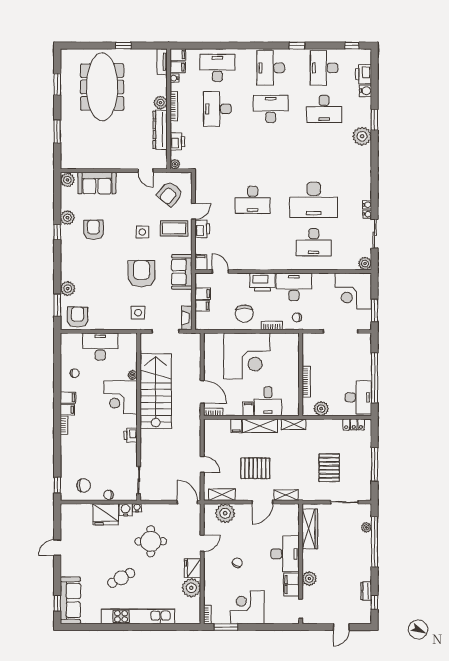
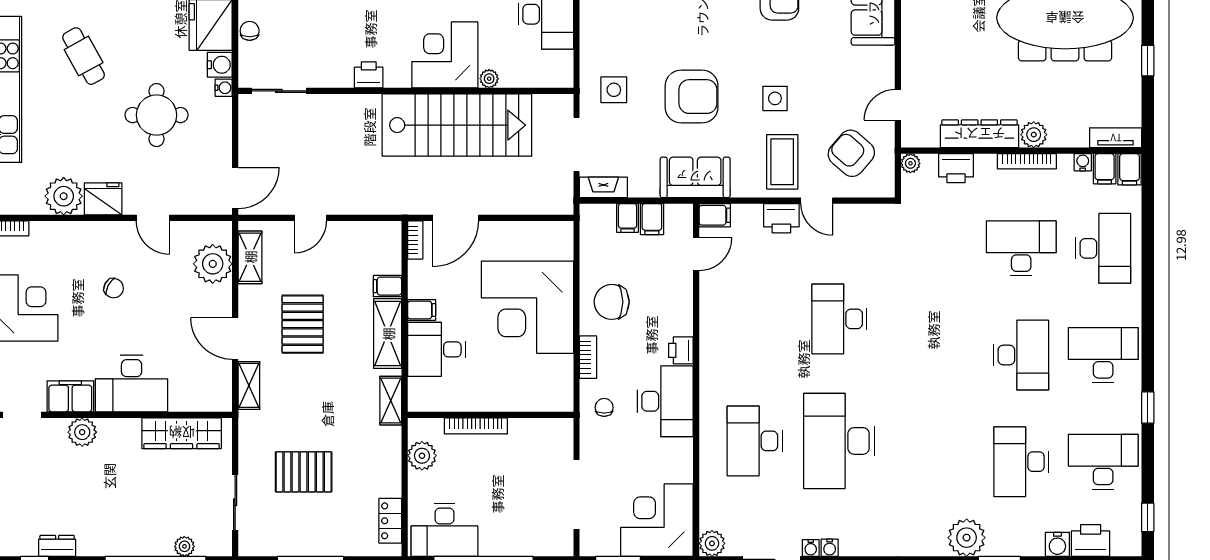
printer: (263, 282) -> (681, 350), width x0.53, depth x0.68

